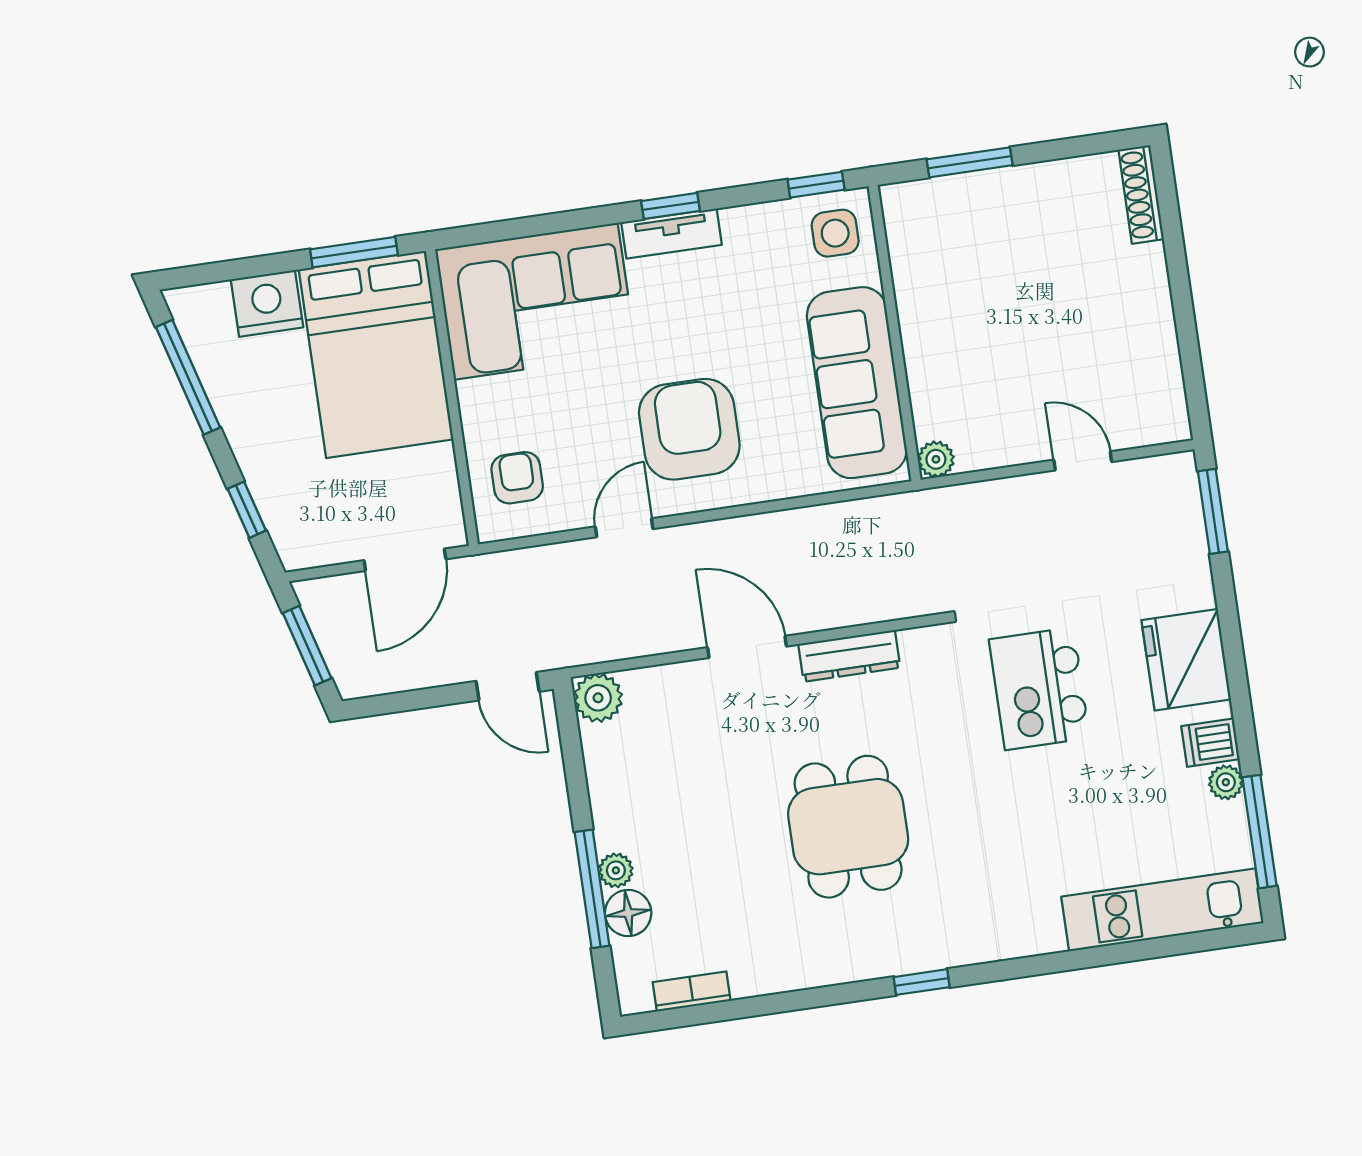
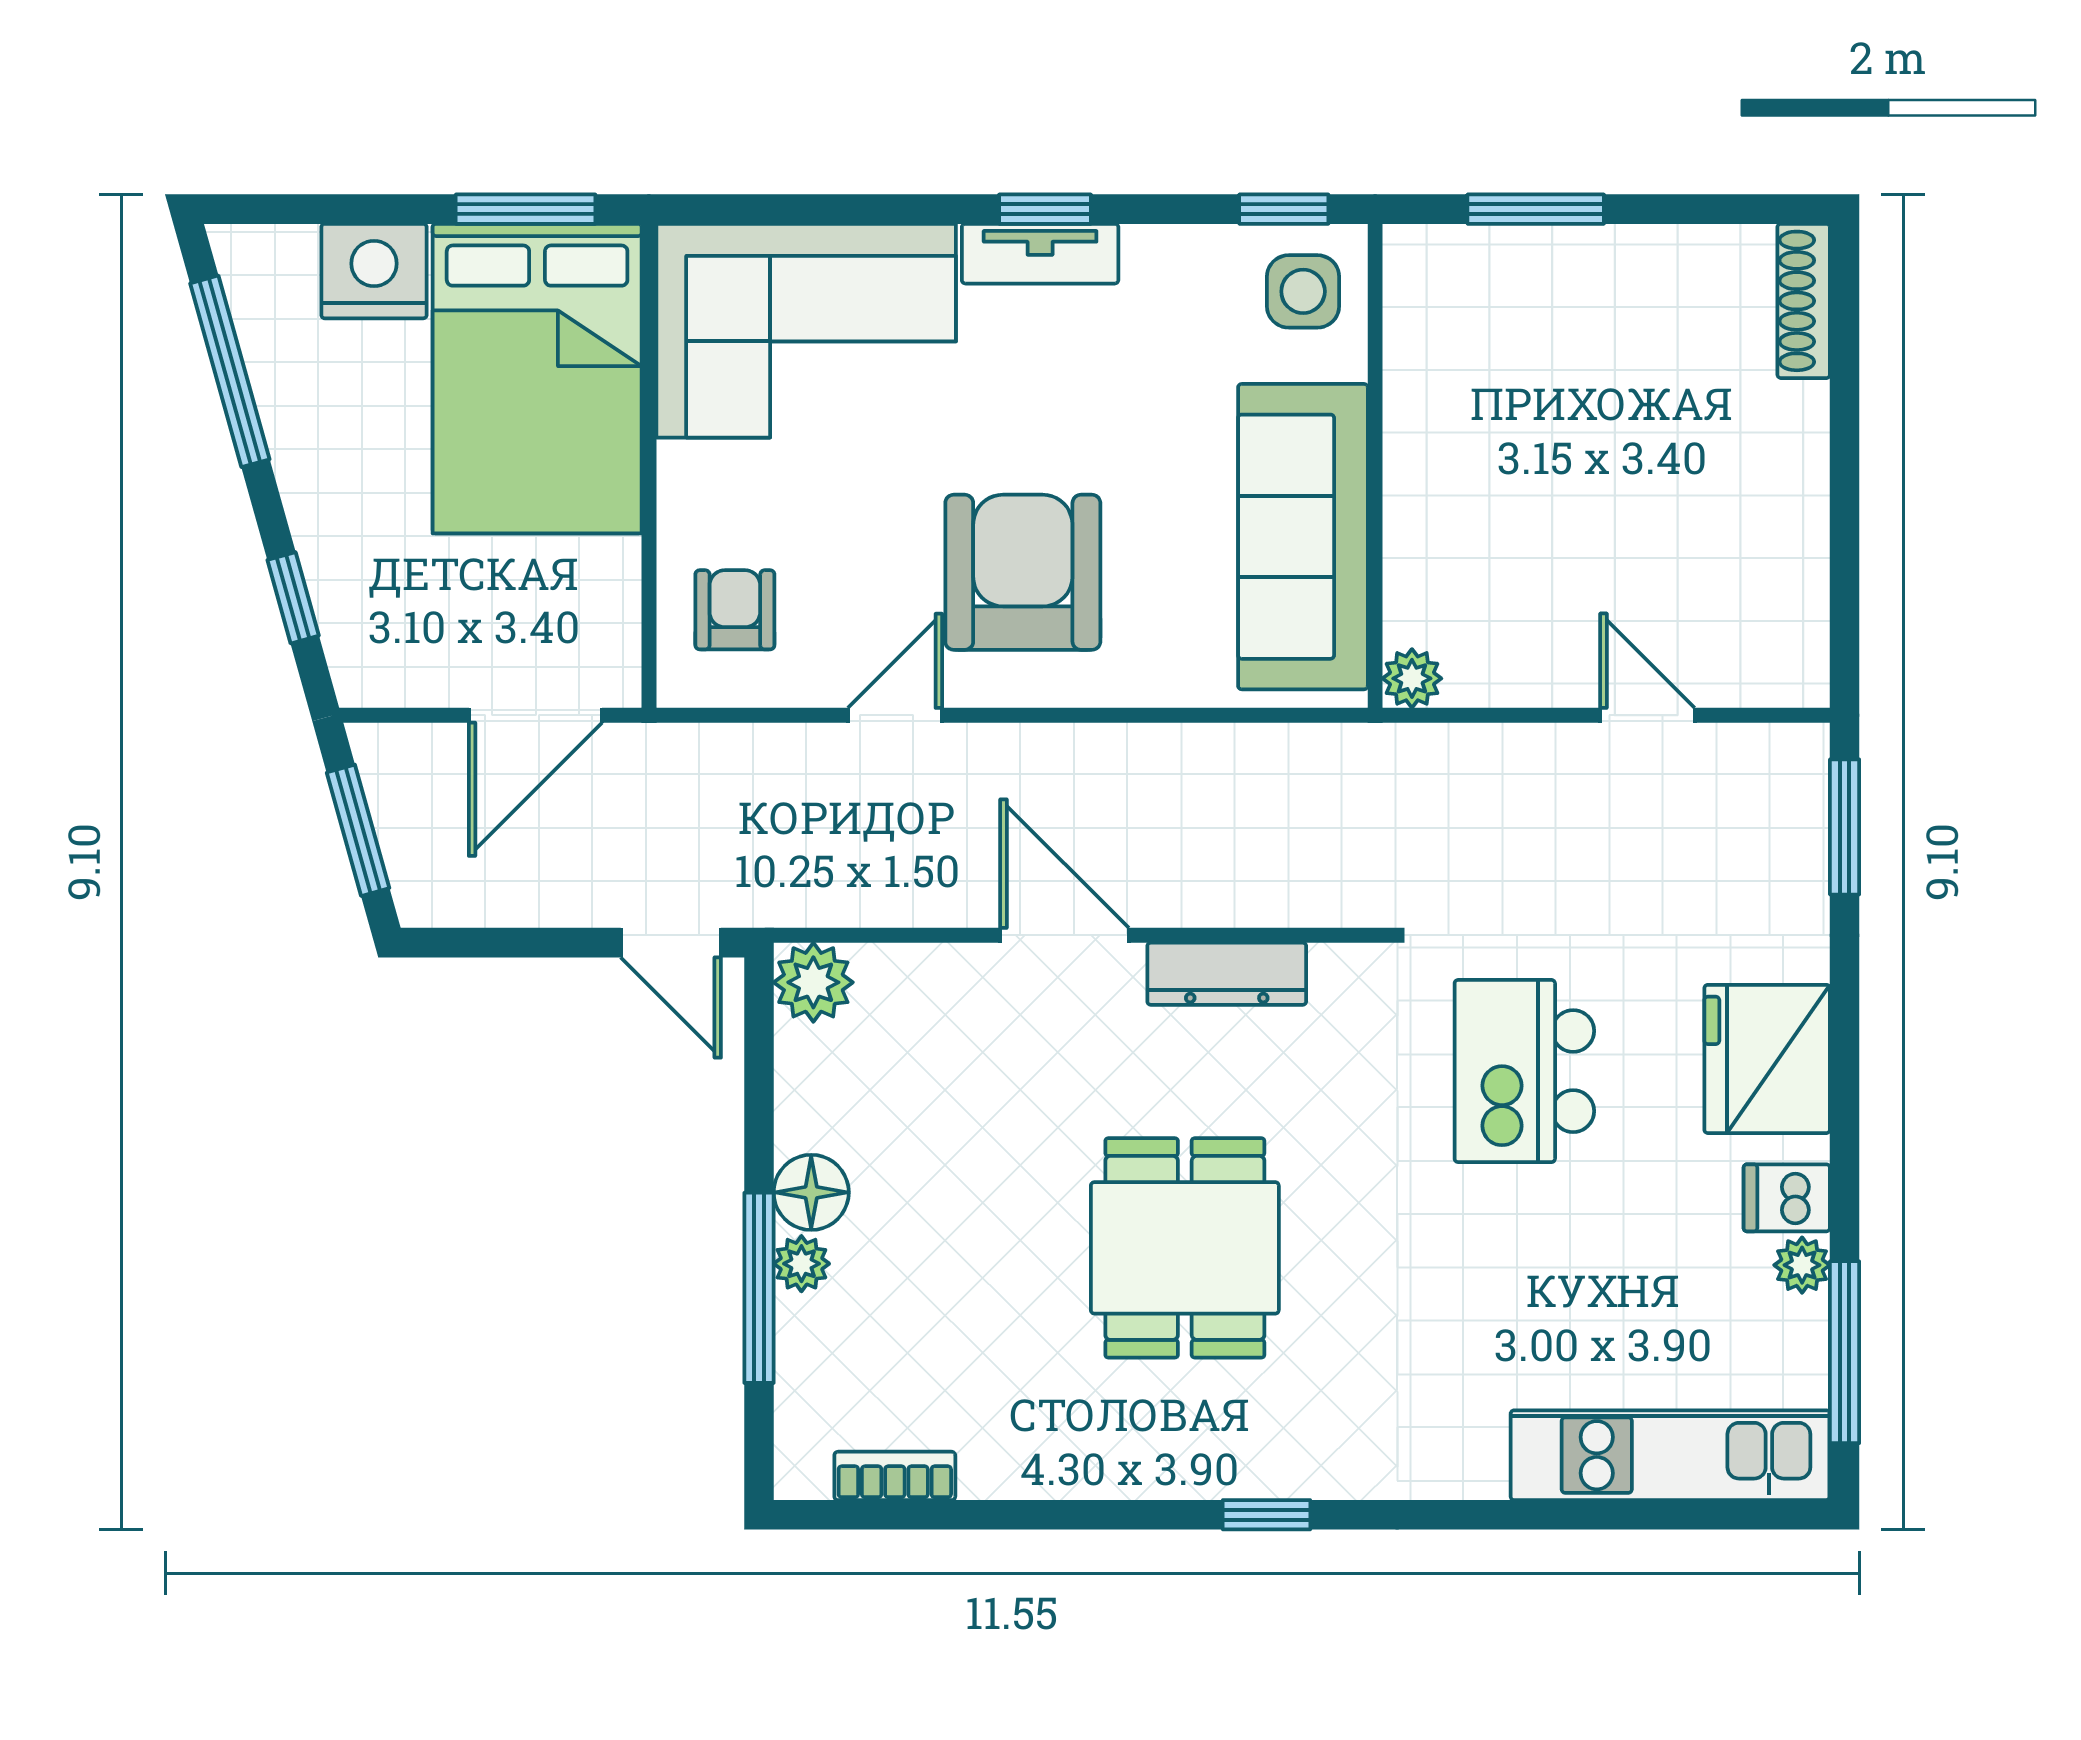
floor lamp: (628, 913) -> (811, 1192), moved

